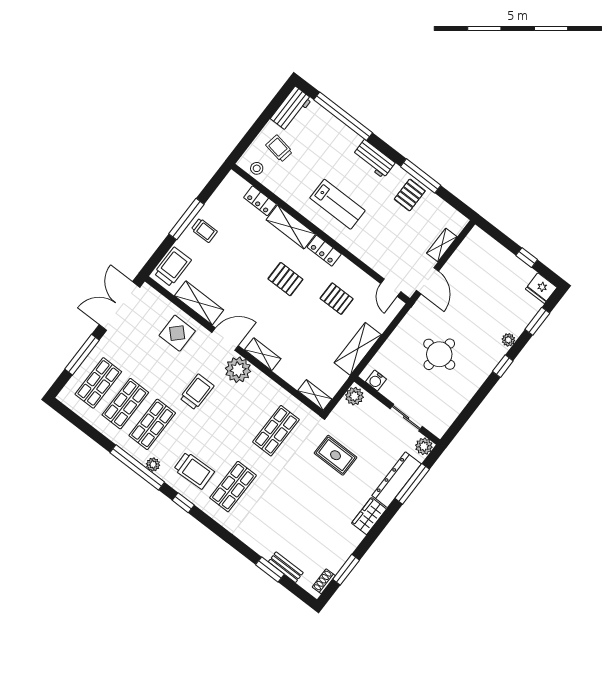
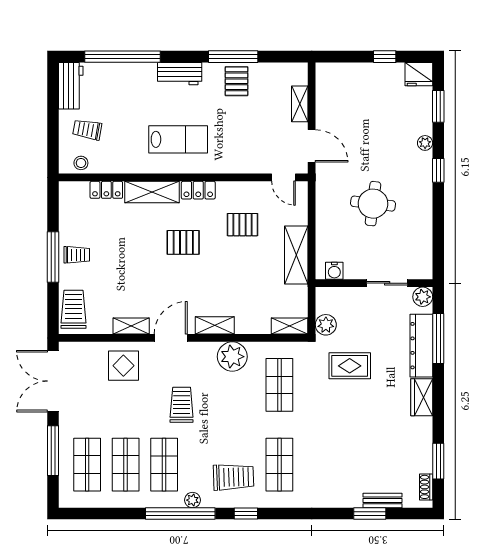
shelving: (199, 303) -> (131, 326), width x0.67, depth x0.75
plant: (238, 370) -> (232, 357), moved
plant: (354, 396) -> (326, 325), moved

